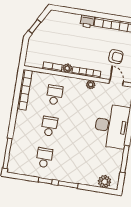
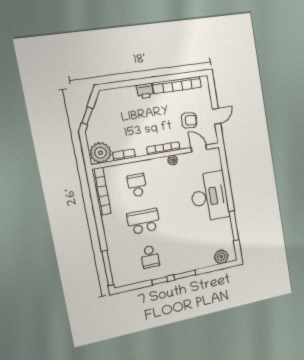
plant: (67, 68) -> (101, 153), moved, width x1.88, depth x1.88
school desk: (49, 126) -> (144, 221), width x1.85
school desk: (44, 158) -> (150, 257), turned 180

